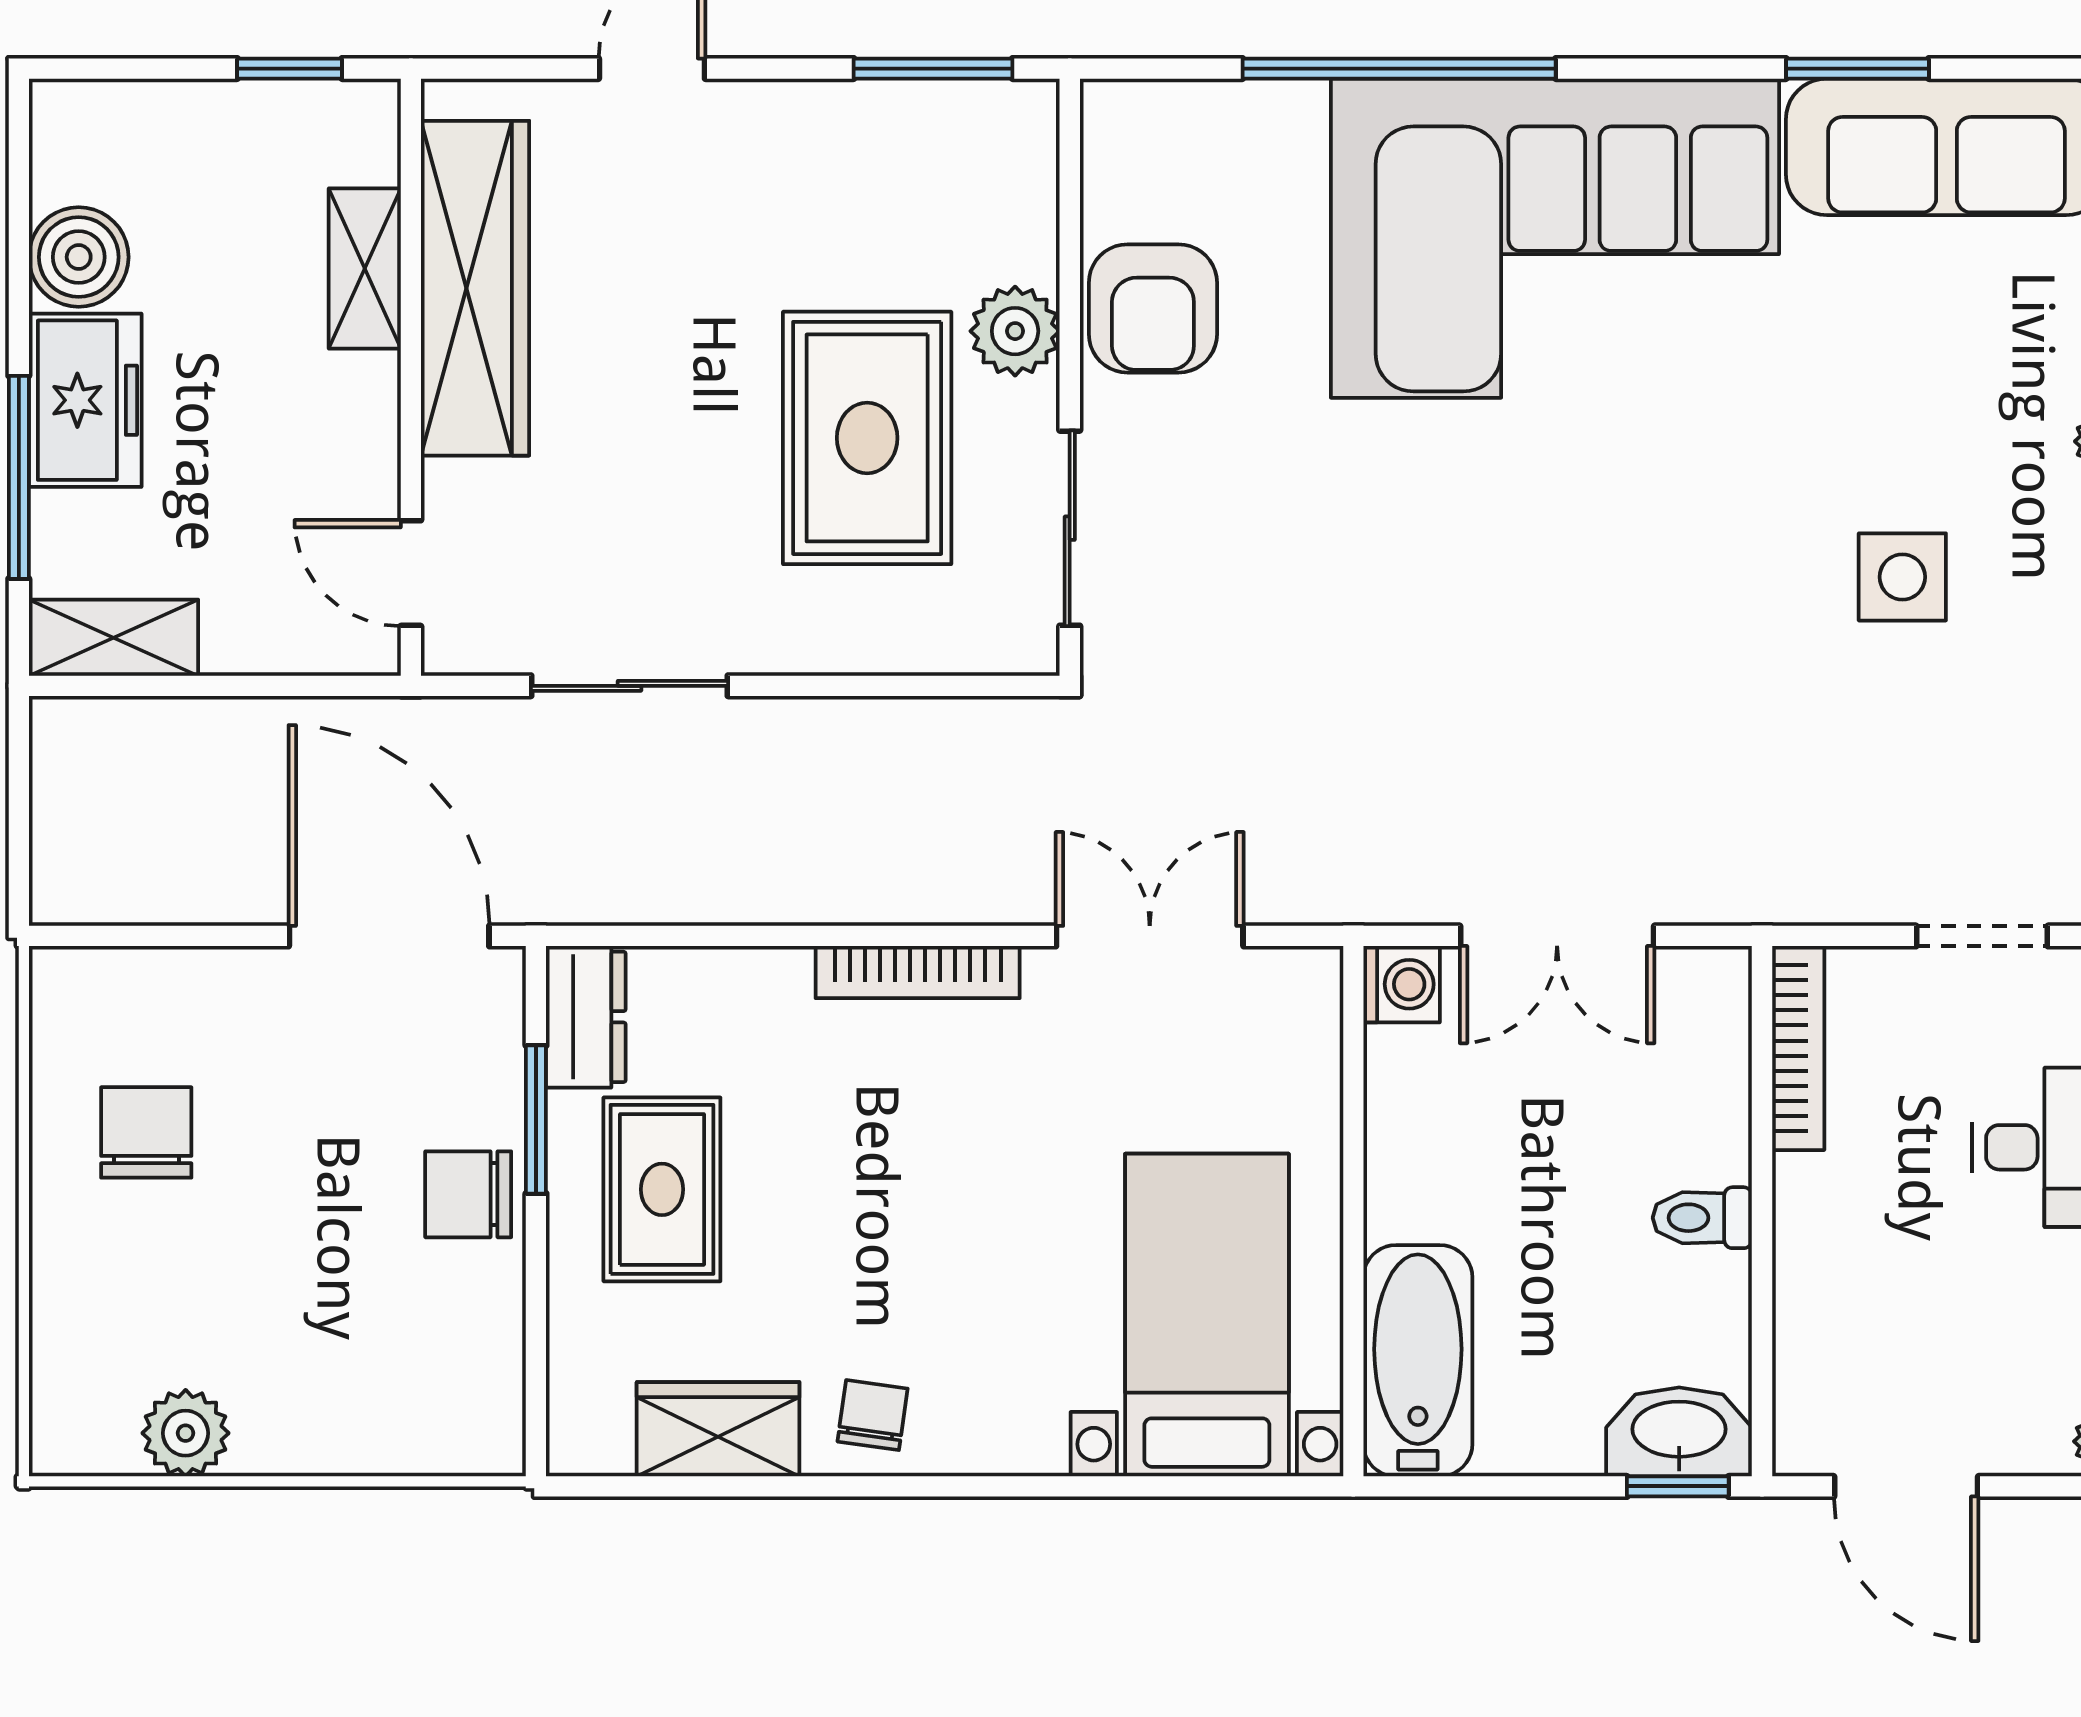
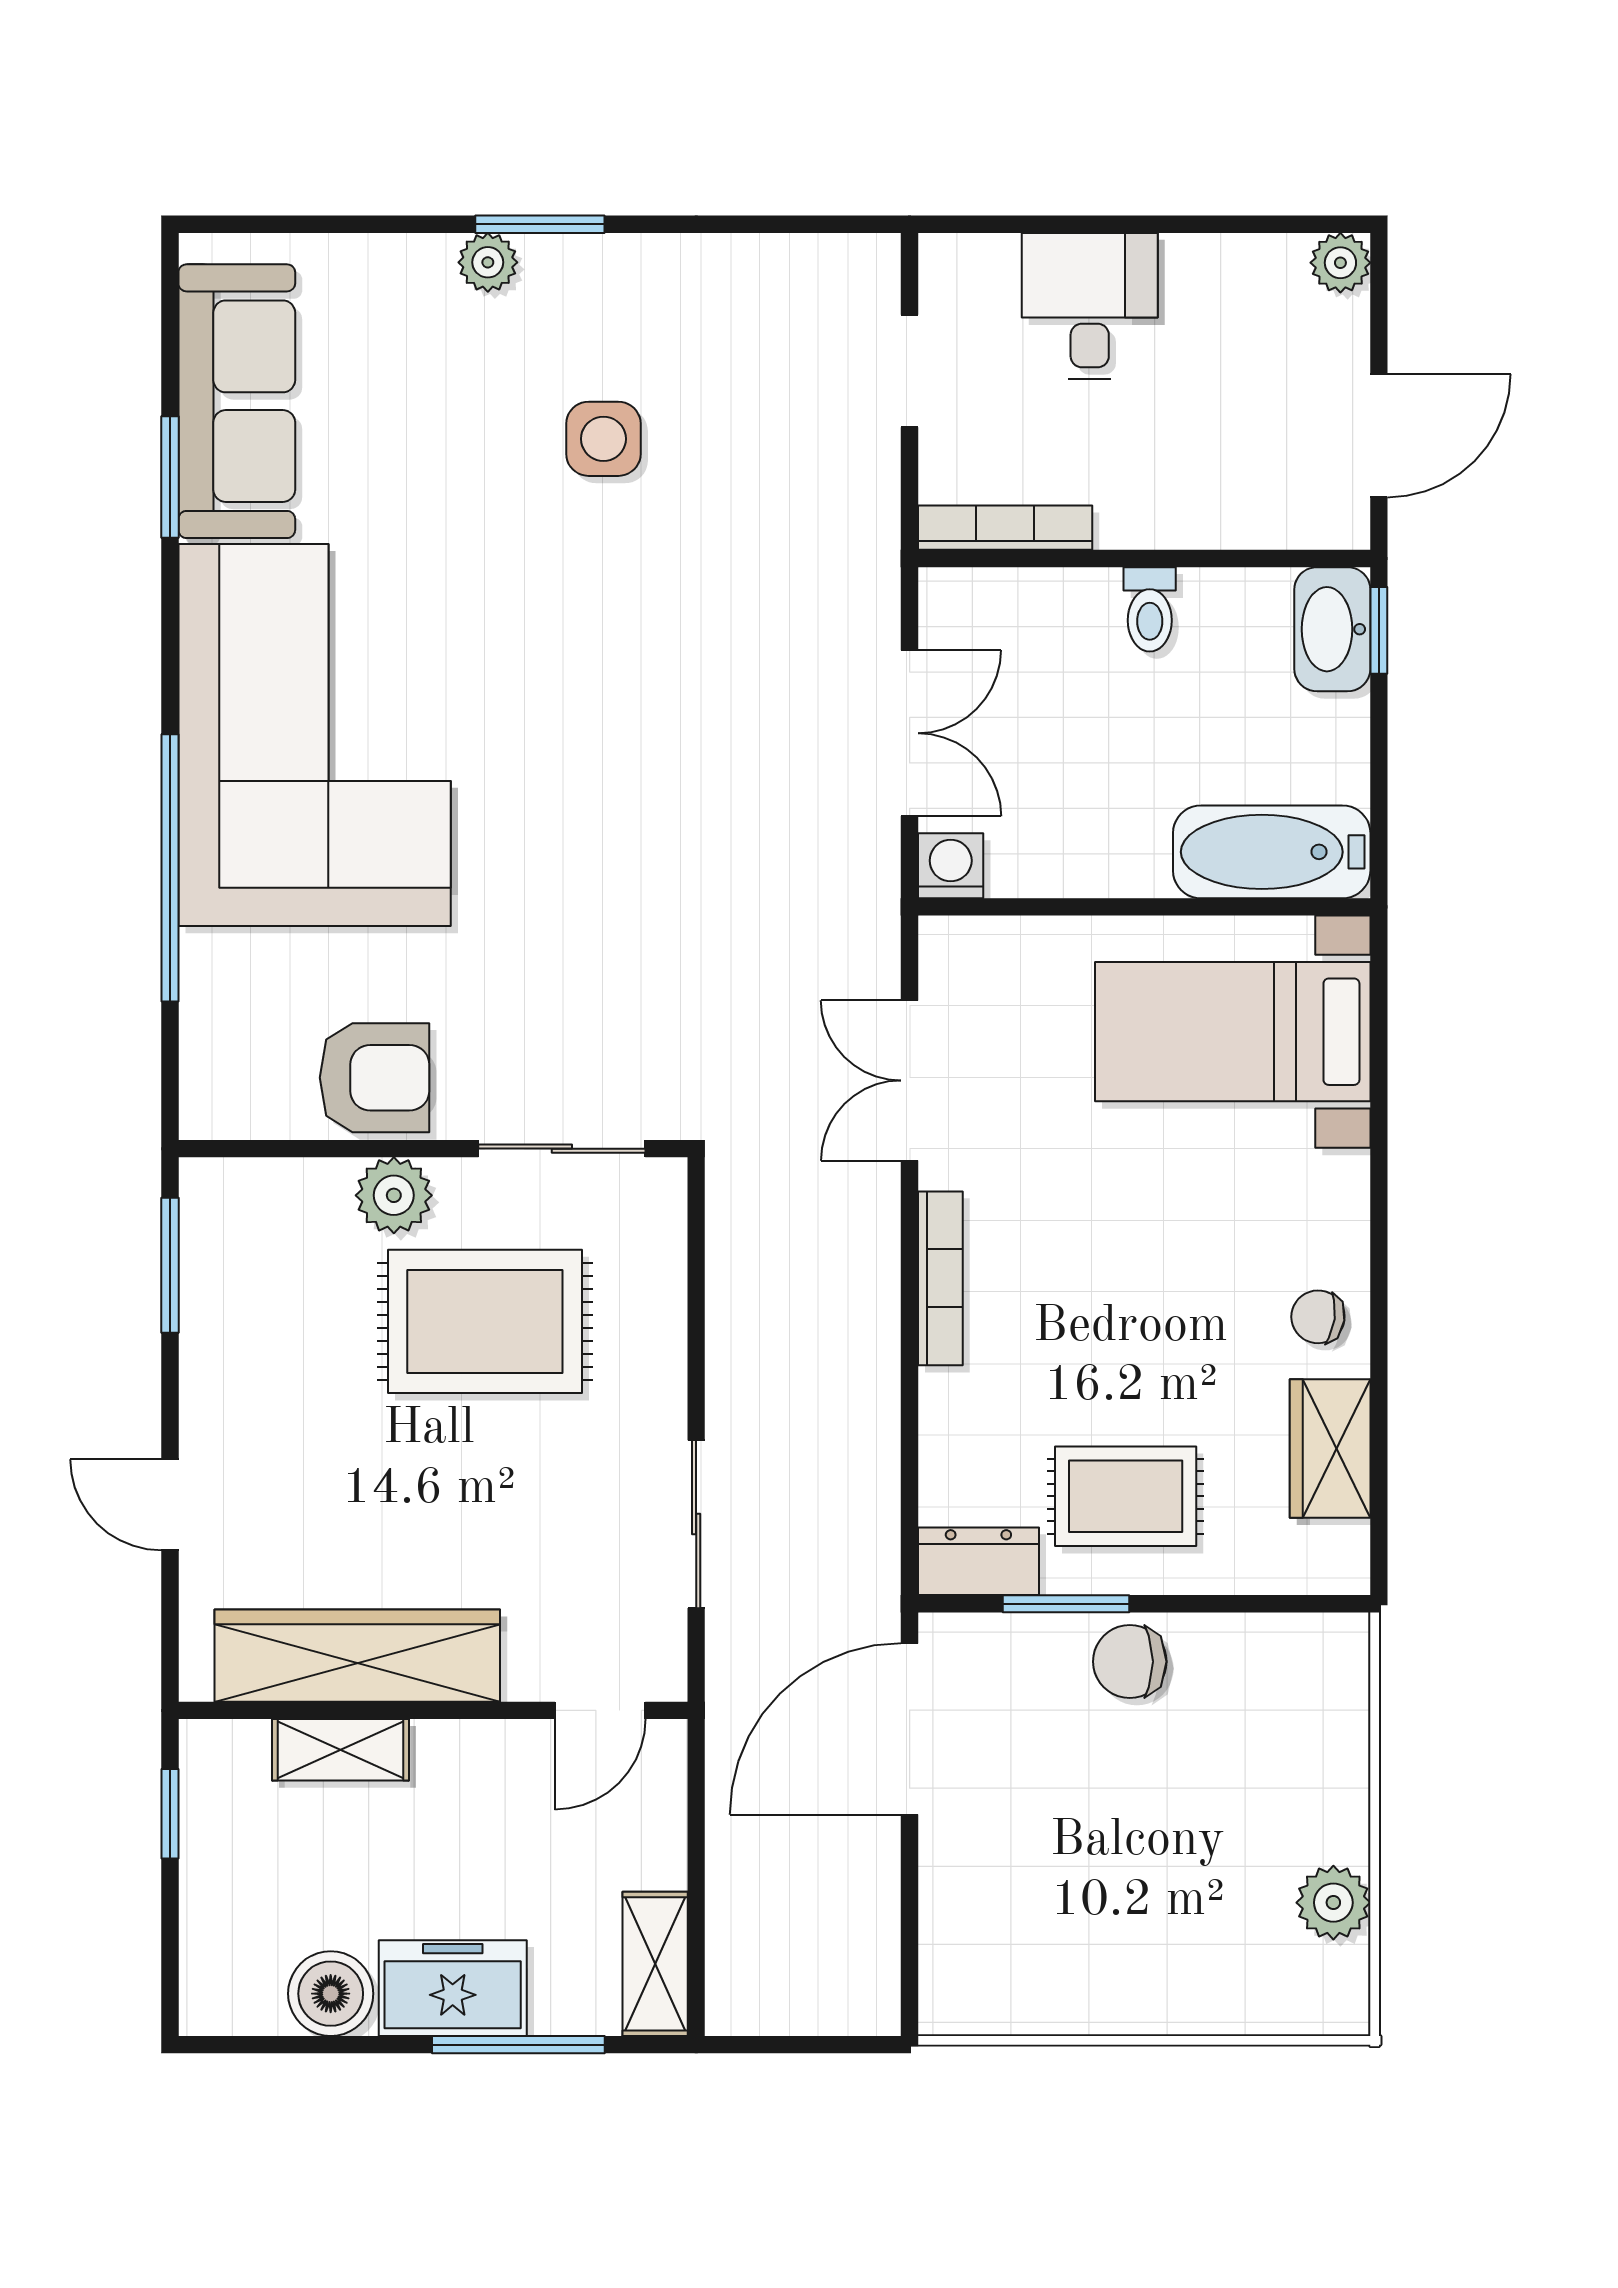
chair: (146, 1132) -> (1077, 1936), removed
chair: (468, 1194) -> (1130, 1662), turned 90

